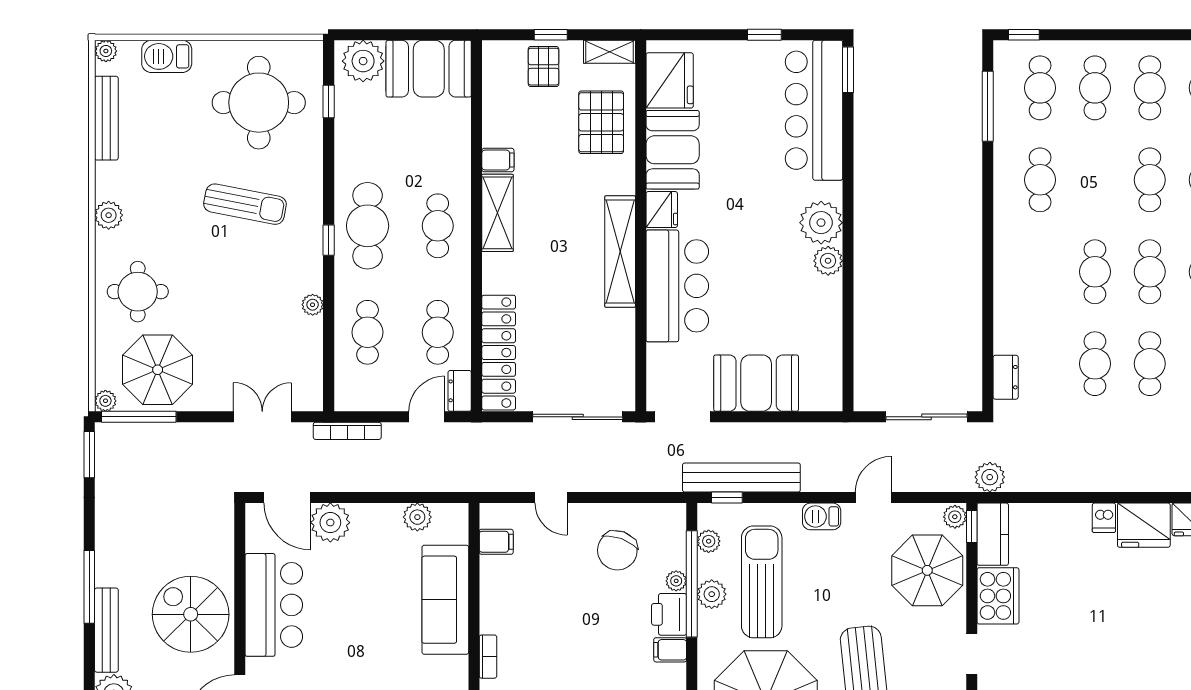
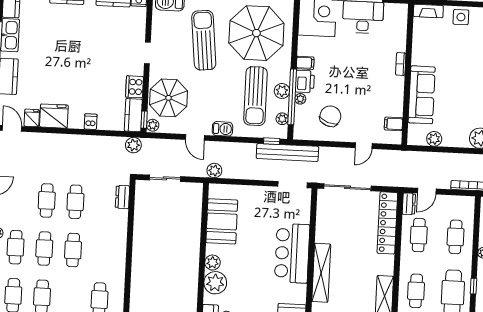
fridge: (662, 210) -> (298, 294), removed
booth: (756, 383) -> (222, 221), moved, turned 90
sliding door: (927, 417) -> (165, 178), width x0.73
plant: (833, 436) -> (214, 171), added
bench: (741, 478) -> (287, 152), moved
door: (551, 498) -> (364, 146), swing flipped
door: (873, 498) -> (195, 137), hinge flipped
dishwasher: (1104, 518) -> (91, 122), moved
cooker: (998, 596) -> (135, 87), width x0.73, depth x0.76

